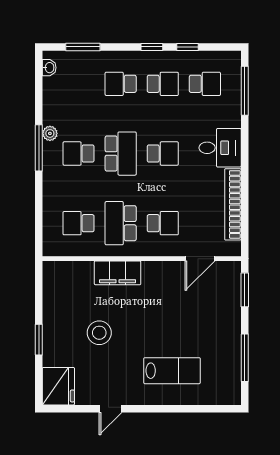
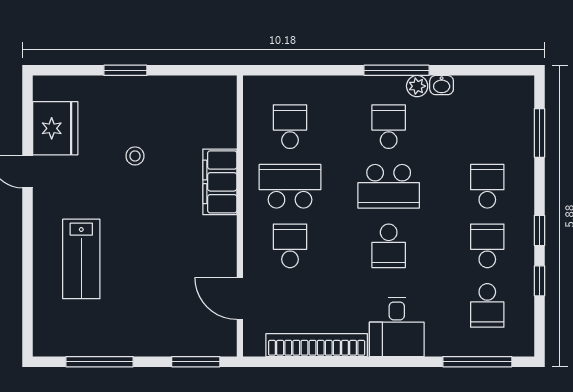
washbasin: (49, 68) -> (442, 85), moved
school desk: (163, 84) -> (487, 246), turned 180
school desk: (163, 223) -> (290, 246), turned 180
stool: (99, 333) -> (135, 156), width x0.53, depth x0.53
fridge: (58, 386) -> (55, 128), moved, turned -90

